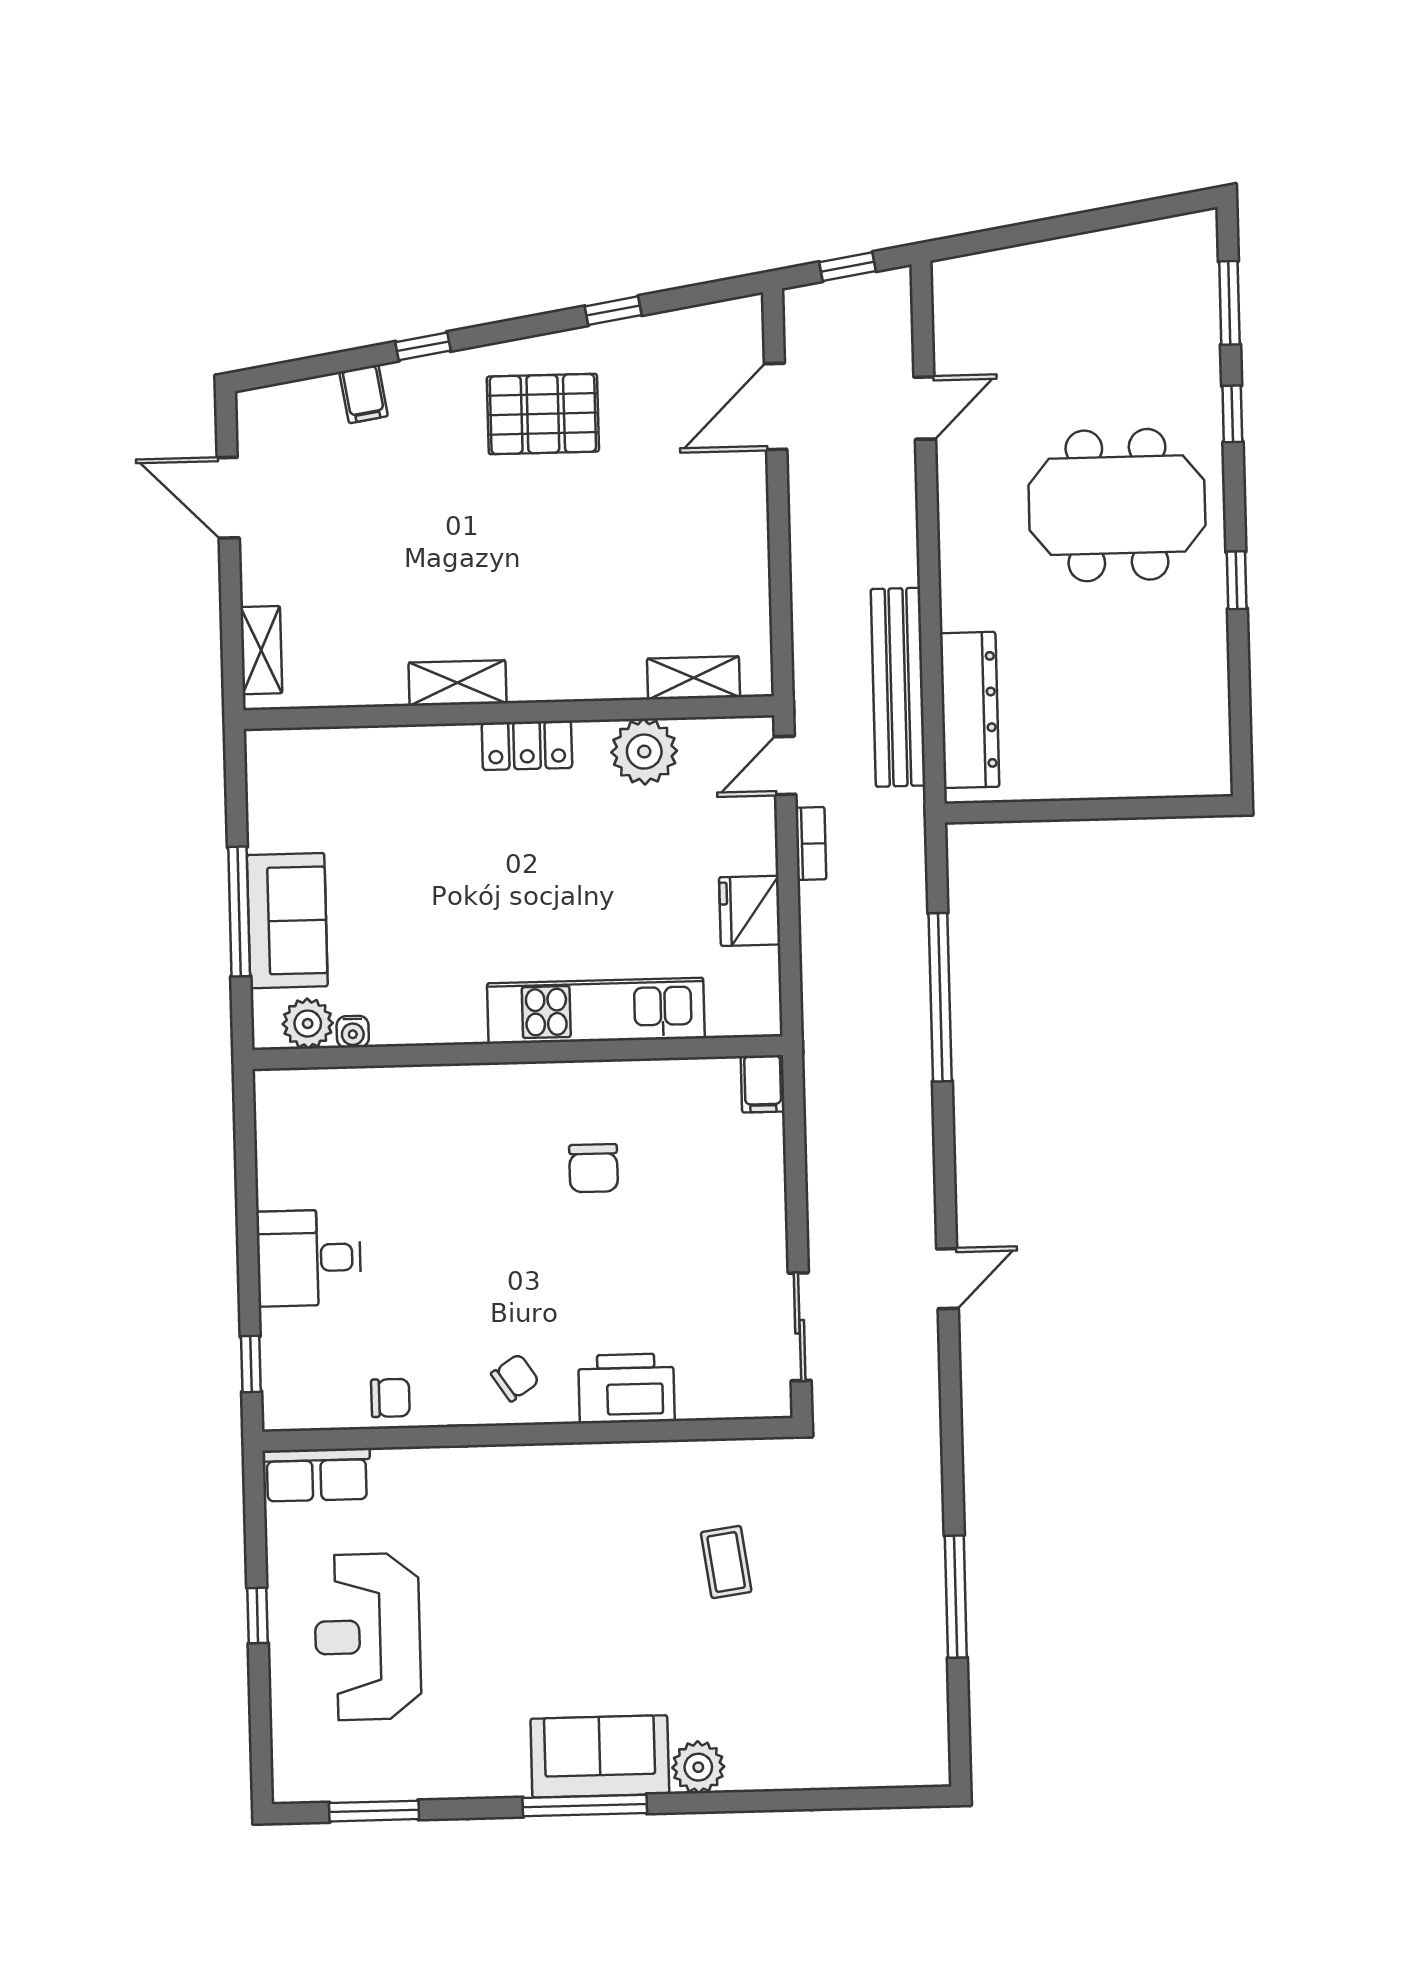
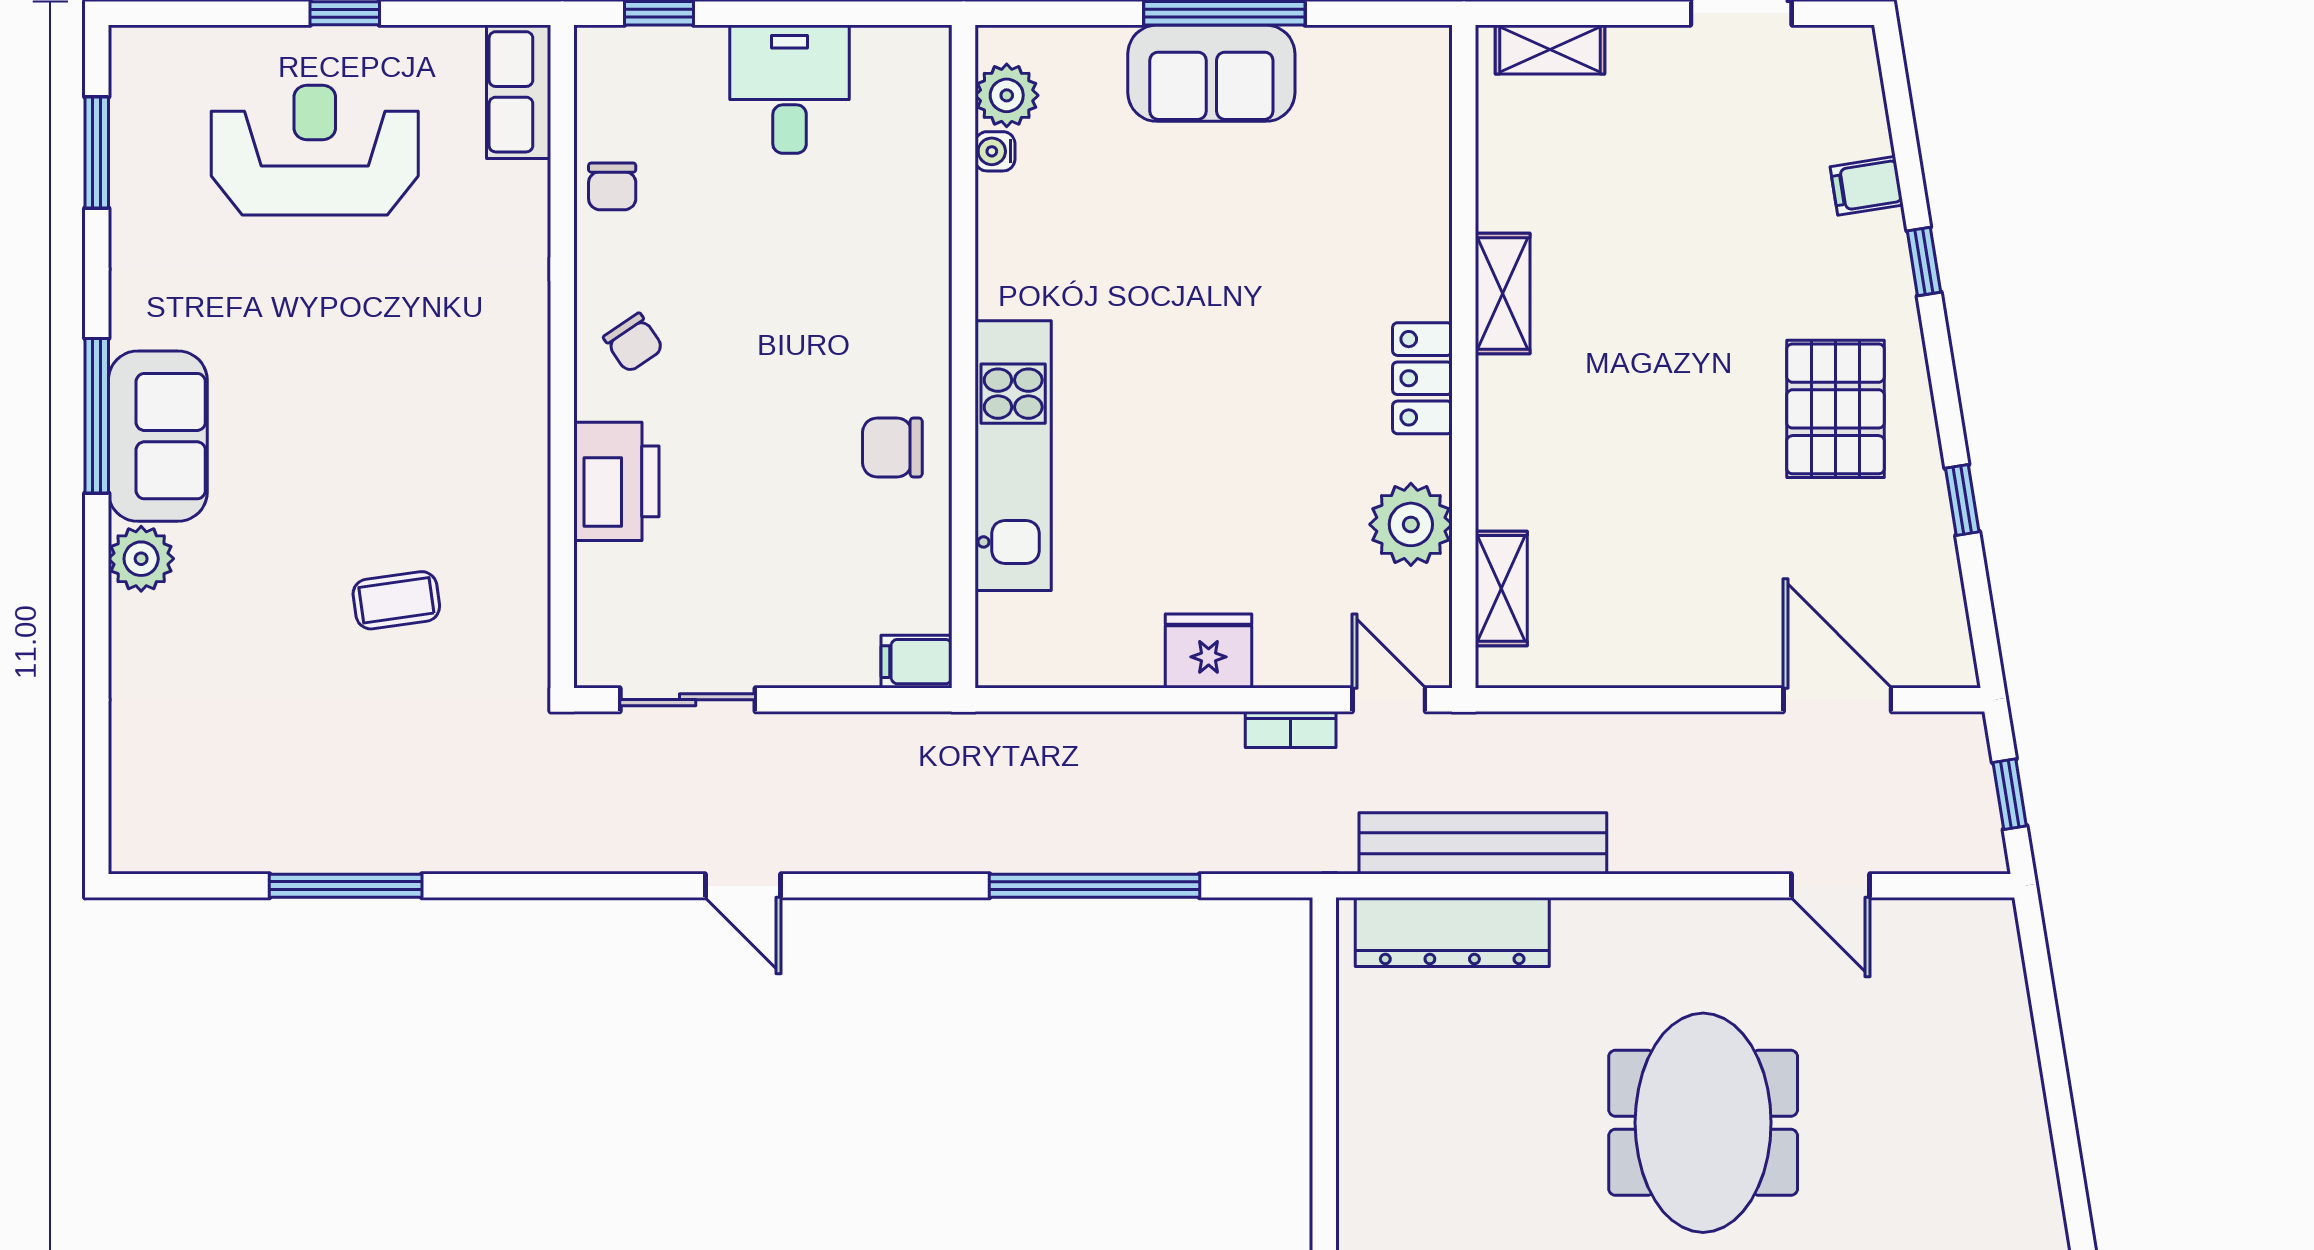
kitchen unit: (596, 1011) -> (1013, 456), moved
plant: (308, 1024) -> (1007, 95), moved
water cooler: (353, 1032) -> (995, 151), moved
wall: (518, 1053) -> (964, 357), moved
filing cabinet: (763, 1084) -> (917, 662), moved

